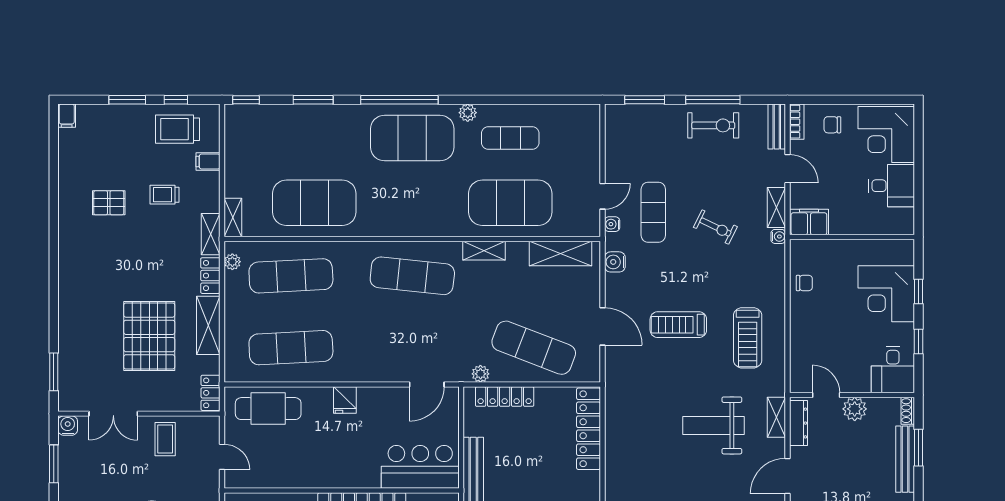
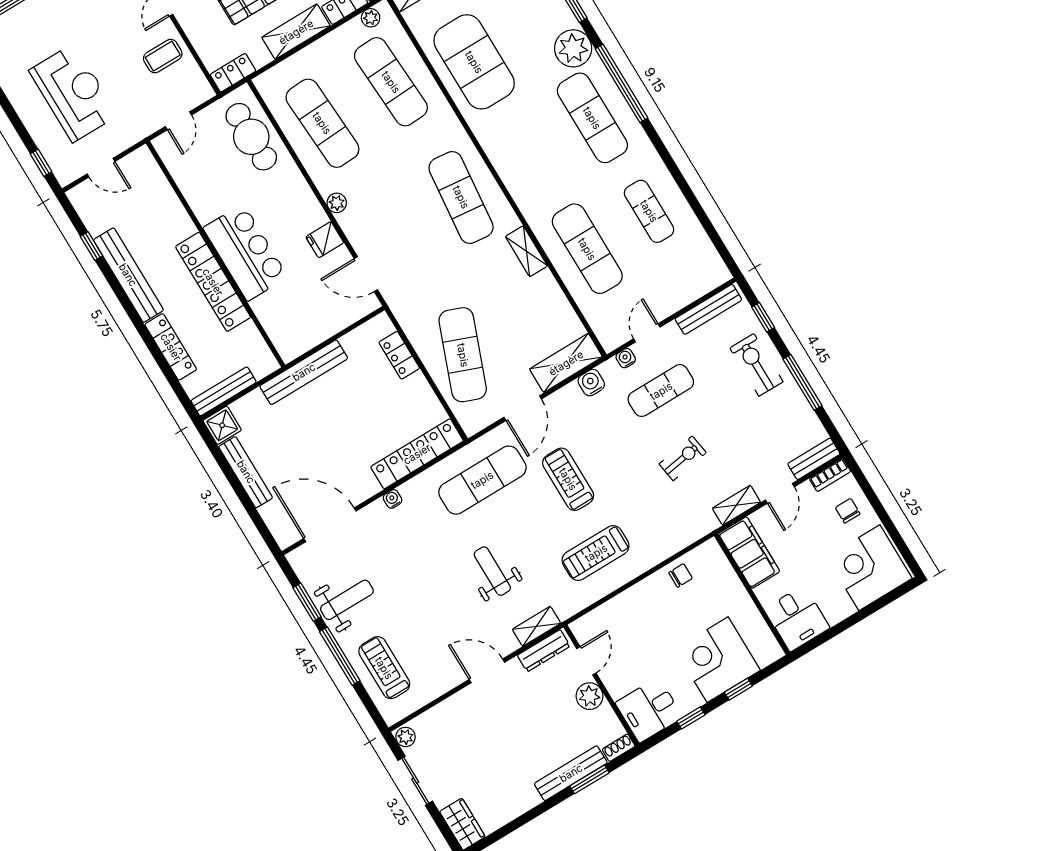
window: (645, 100) -> (763, 317), width x0.67
plant: (468, 113) -> (573, 48), moved, width x1.88, depth x1.88
exercise bike: (713, 125) -> (756, 365), moved, turned 180
exercise mat: (412, 138) -> (592, 118), width x0.68
bench: (613, 138) -> (708, 309), added
desk: (891, 186) -> (797, 618), moved
door: (603, 196) -> (647, 333), swing flipped
exercise mat: (510, 203) -> (587, 249), width x0.68
filing cabinet: (809, 222) -> (749, 553), width x1.50, depth x1.17
exercise bike: (715, 227) -> (683, 458), turned -125
water cooler: (778, 236) -> (393, 499), moved, turned 180
shelving: (560, 254) -> (566, 363), moved, turned 90
chair: (804, 283) -> (681, 575), turned -90
plant: (480, 374) -> (337, 203), moved
exercise mat: (639, 391) -> (482, 480), added
locker: (505, 397) -> (399, 355), width x0.66
fridge: (345, 400) -> (325, 240), moved
weight bench: (714, 425) -> (492, 571), width x0.73, depth x0.75
bar counter: (420, 467) -> (245, 252), moved

